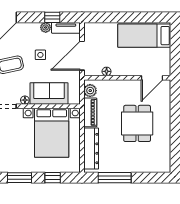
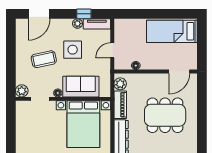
side table: (40, 55) -> (73, 50), width x1.87, depth x1.87
door: (82, 56) -> (112, 50), width x0.53
dining table: (137, 123) -> (165, 115), width x1.38

